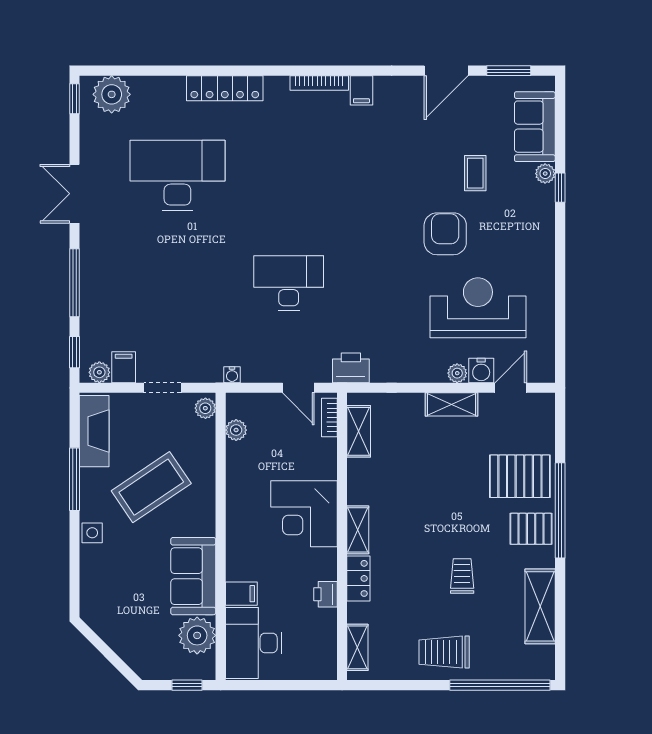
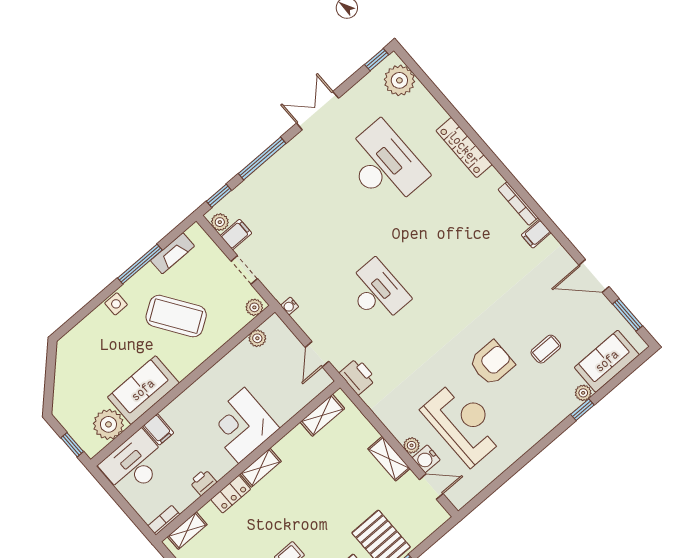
bookcase: (329, 418) -> (164, 520), moved
fireplace: (94, 431) -> (173, 253), width x0.73, depth x0.76

